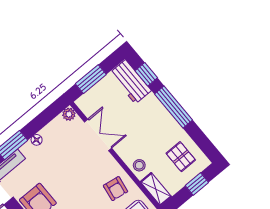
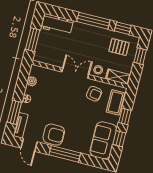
window: (146, 74) -> (123, 28), moved
plant: (69, 114) -> (32, 81), moved
double door: (98, 135) -> (75, 73), moved

